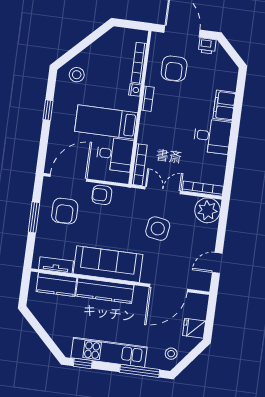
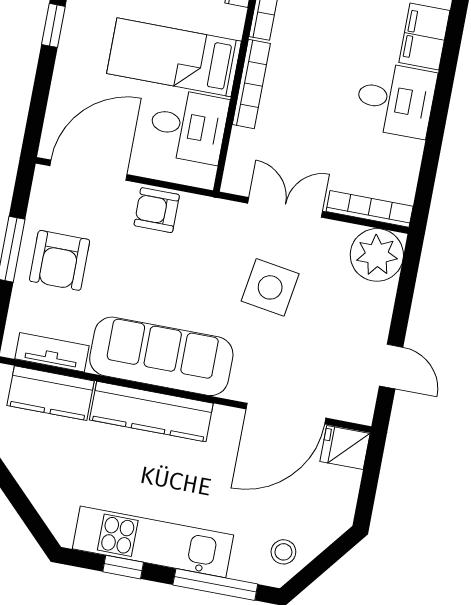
bookcase: (139, 165) -> (251, 84), moved
armchair: (65, 211) -> (60, 260), moved
door: (217, 263) -> (391, 367), swing flipped
fridge: (194, 328) -> (345, 447), moved
window: (83, 363) -> (123, 567), moved

